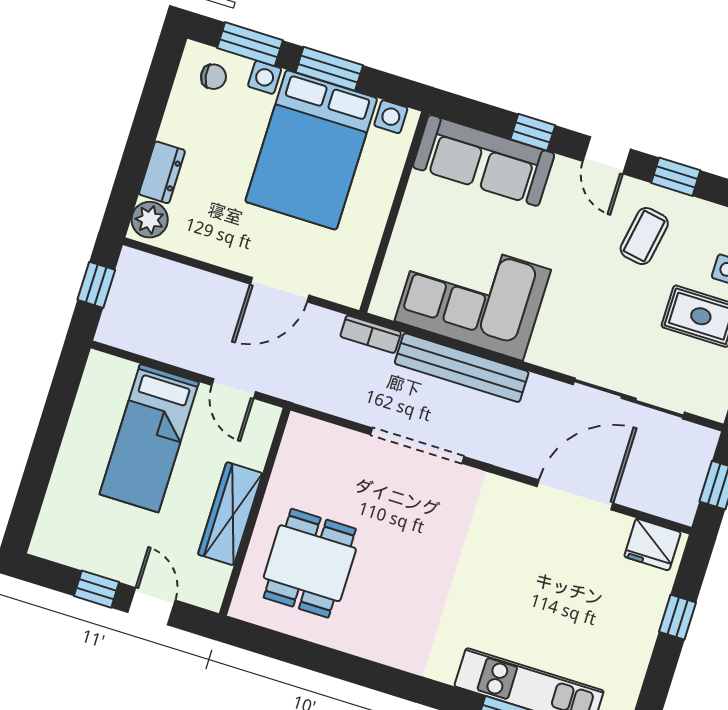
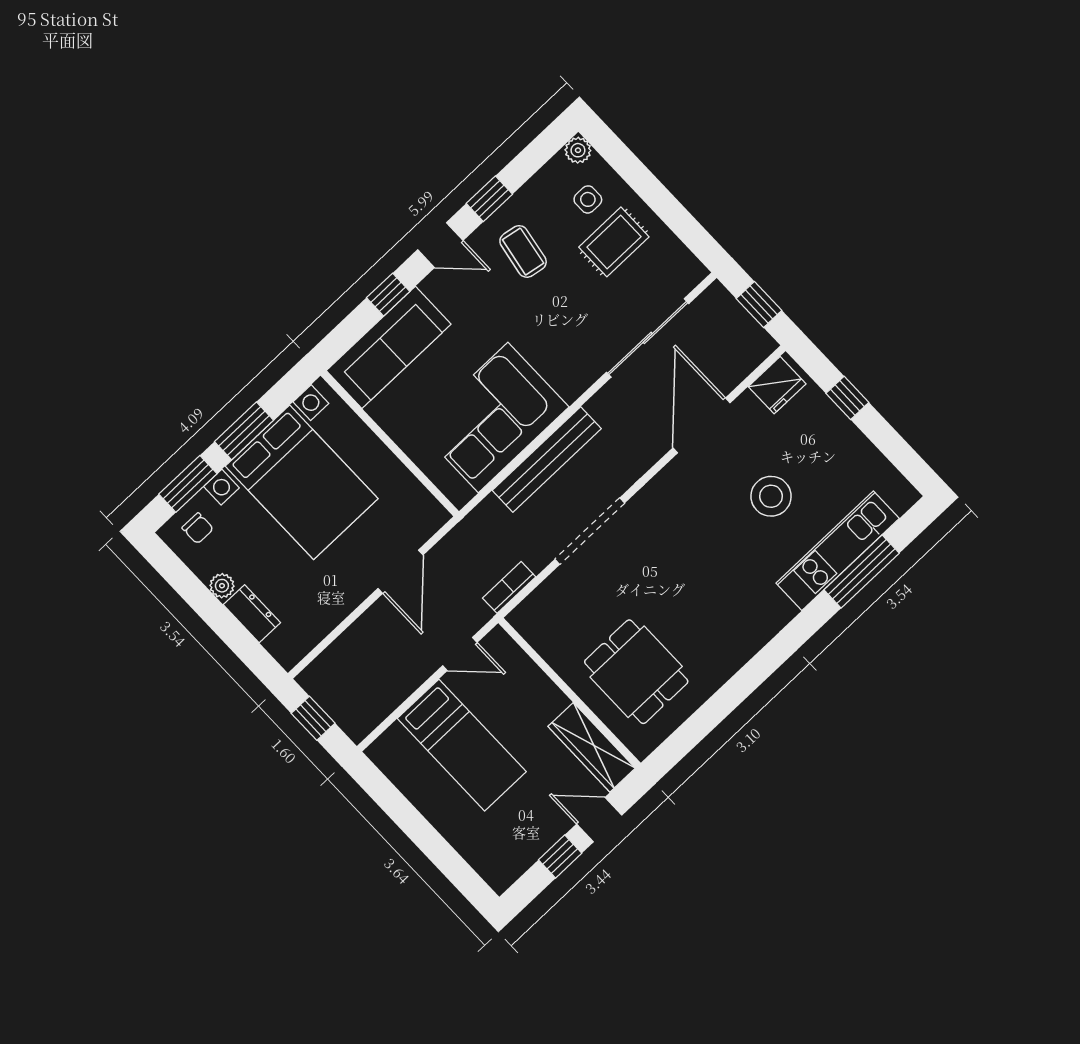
chair: (213, 77) -> (198, 528), turned 99
plant: (150, 220) -> (222, 586), moved, width x0.73, depth x0.73
bookcase: (371, 334) -> (509, 587), moved, turned 180
wardrobe: (230, 514) -> (592, 747), moved
stool: (545, 597) -> (771, 496), added

